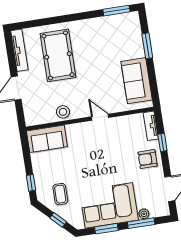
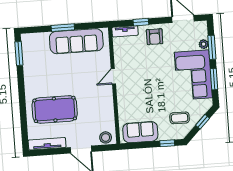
window: (147, 46) -> (63, 28), moved
sofa: (137, 81) -> (76, 41), width x1.36
stool: (63, 112) -> (106, 137), moved
sofa: (47, 139) -> (140, 132), moved, turned -90

